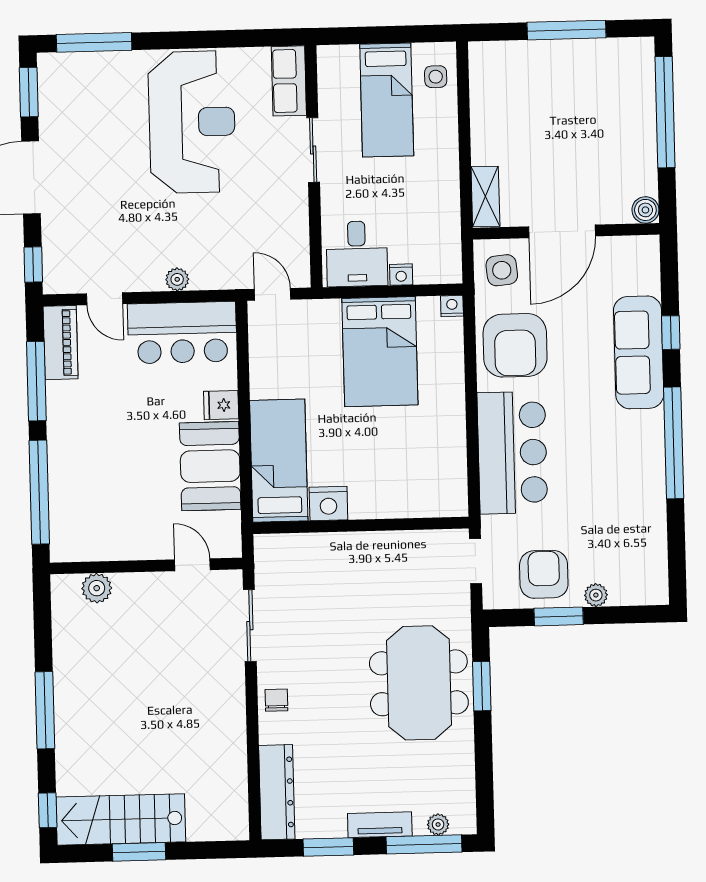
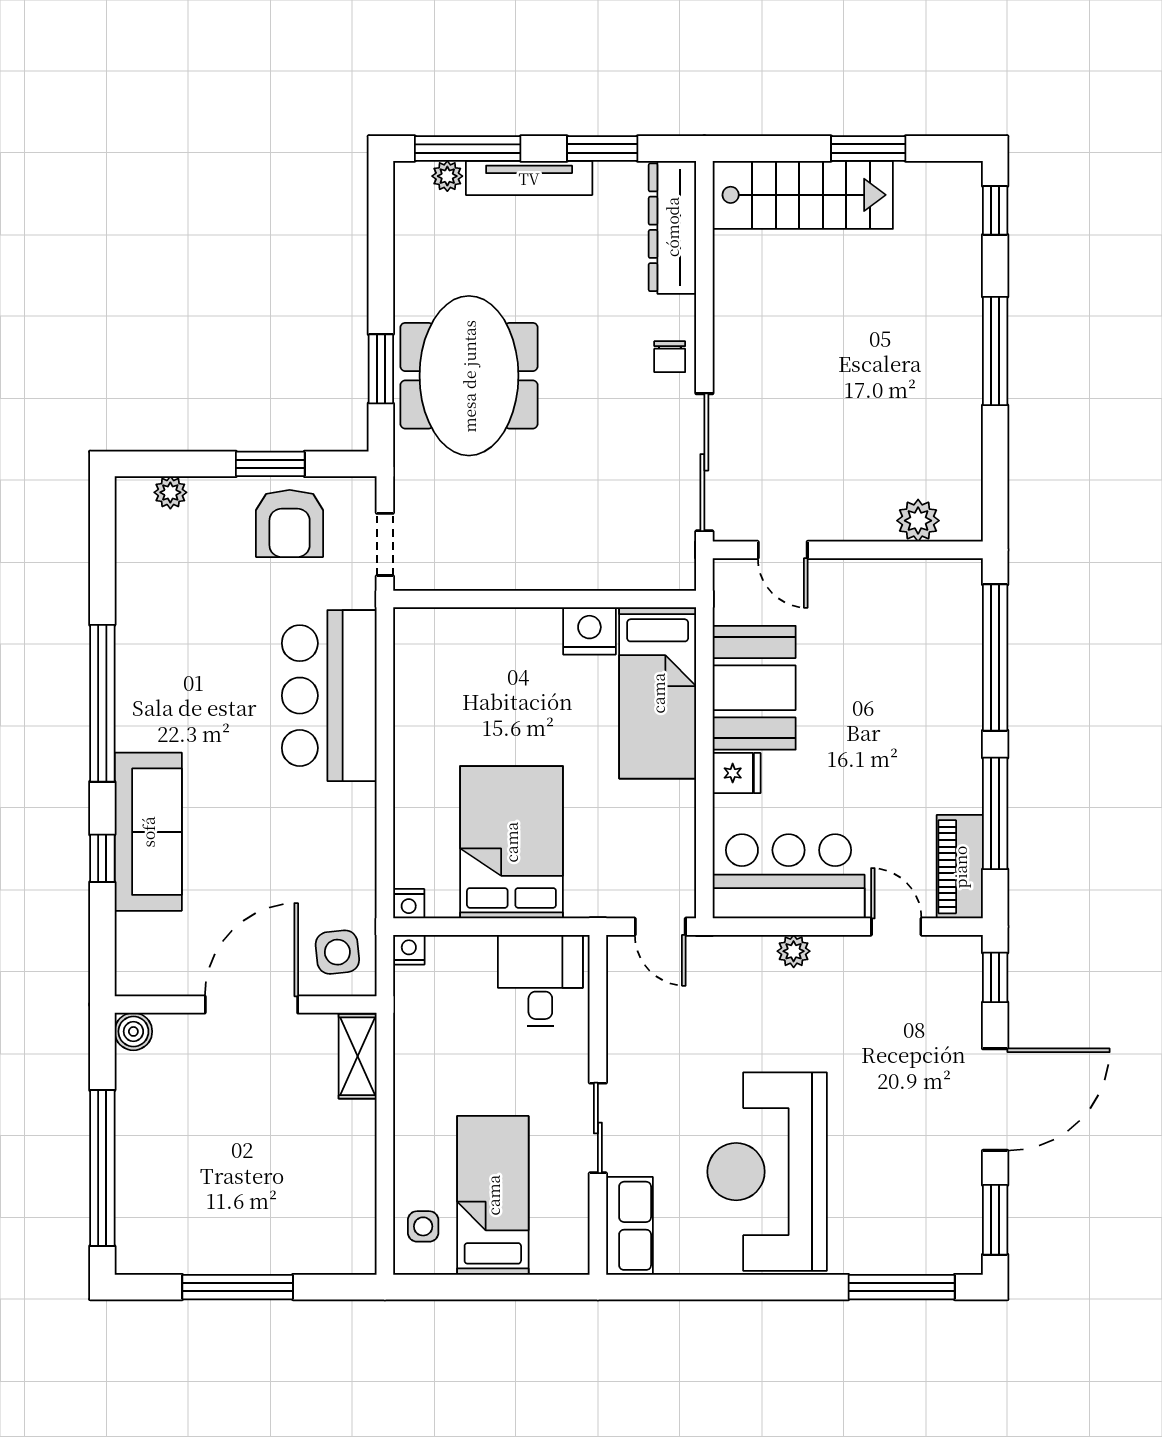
nightstand: (401, 275) -> (409, 950), moved
armchair: (515, 345) -> (322, 846), removed
plant: (596, 595) -> (170, 492), moved
sliding door: (250, 626) -> (704, 462), width x1.37
stairs: (121, 819) -> (803, 195), moved
tv unit: (380, 825) -> (529, 178), width x1.41

